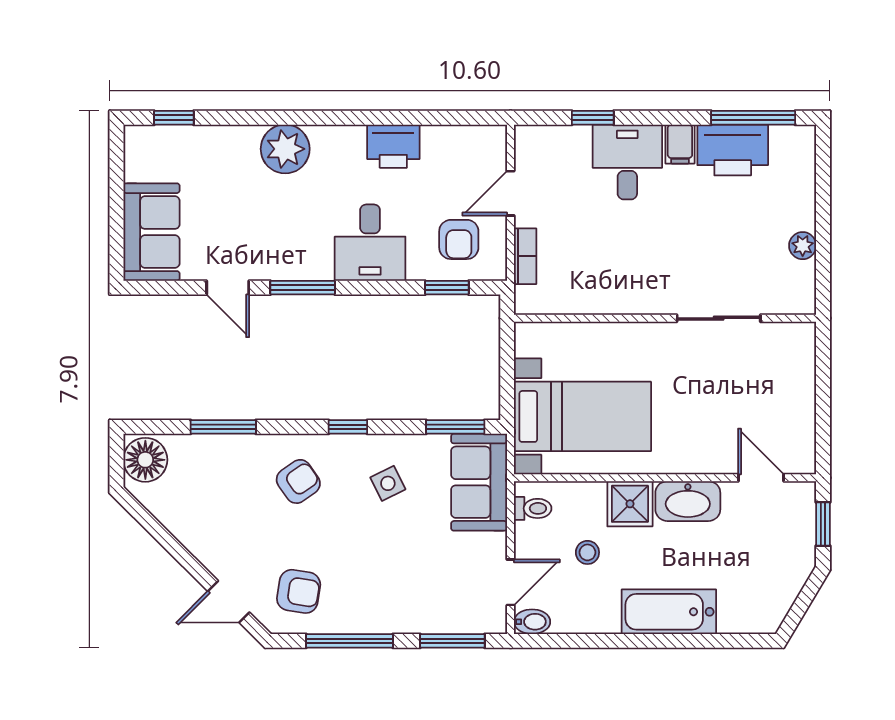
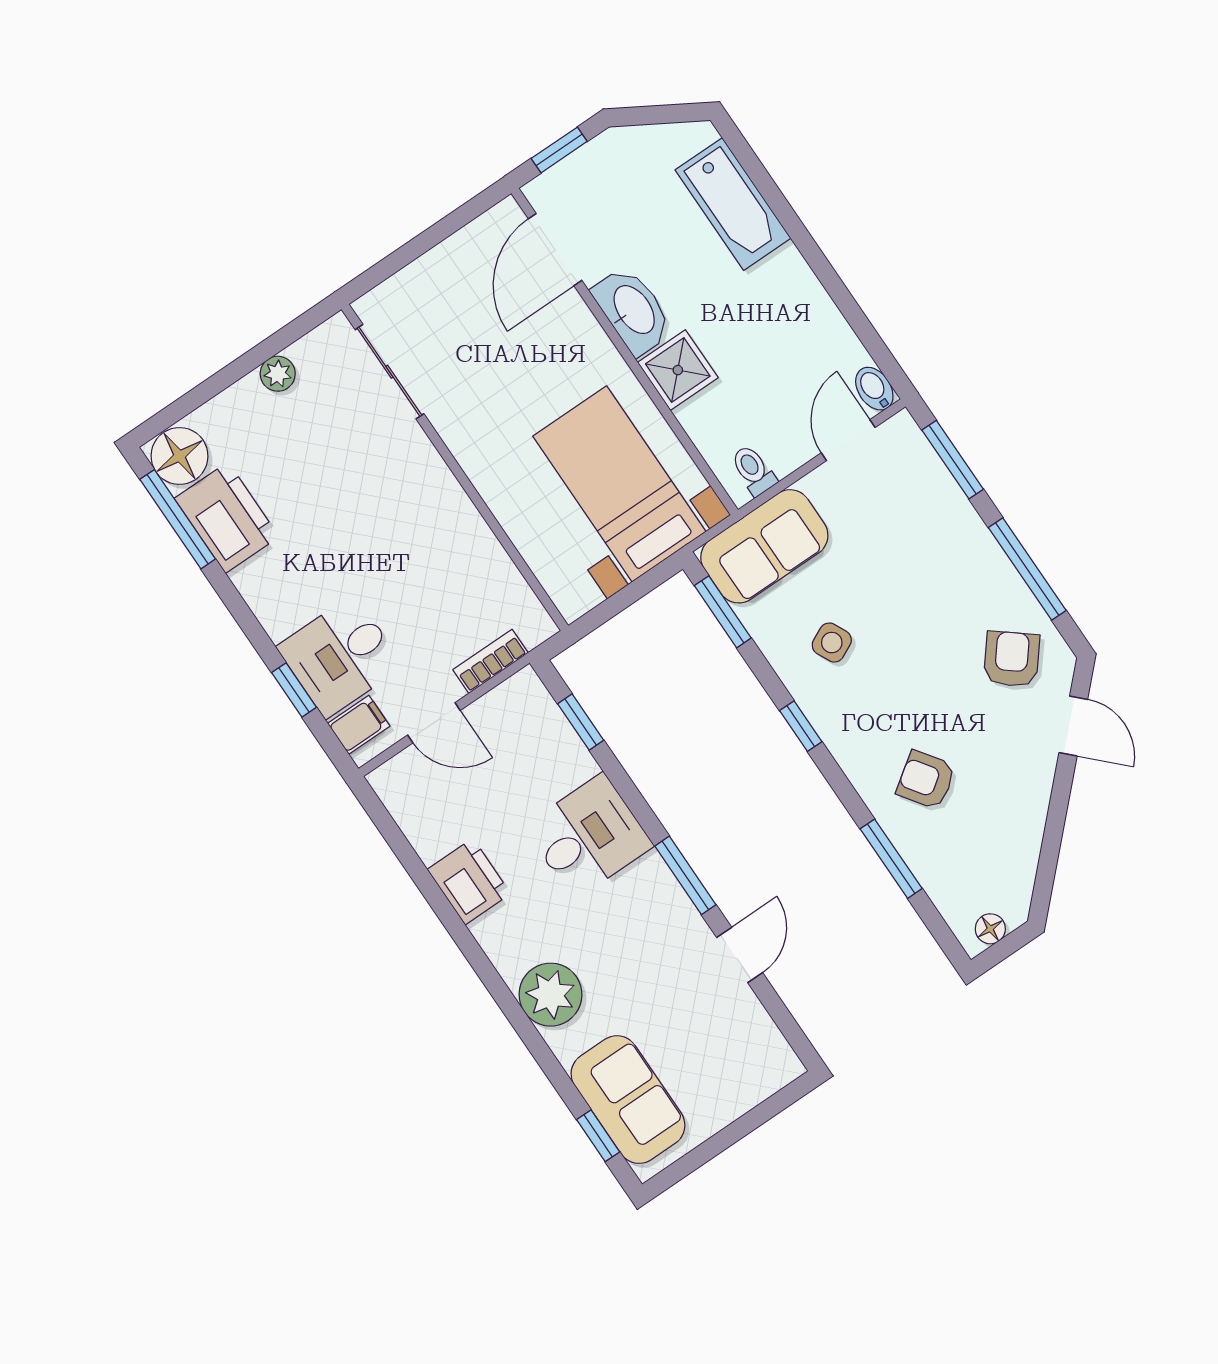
filing cabinet: (680, 144) -> (359, 725), moved
floor lamp: (793, 147) -> (179, 456), added
desk: (627, 162) -> (340, 656), moved
sofa: (151, 232) -> (628, 1100), moved, turned 90
armchair: (459, 239) -> (521, 744), removed
sliding door: (719, 318) -> (389, 372), moved
floor lamp: (145, 460) -> (990, 929), width x0.53, depth x0.53
door: (761, 478) -> (555, 250), width x1.38
armchair: (298, 481) -> (926, 780), moved
stool: (587, 552) -> (760, 380), removed
door: (511, 582) -> (848, 440), hinge flipped
armchair: (299, 591) -> (1012, 659), turned 30
bathtub: (669, 612) -> (733, 204), moved

